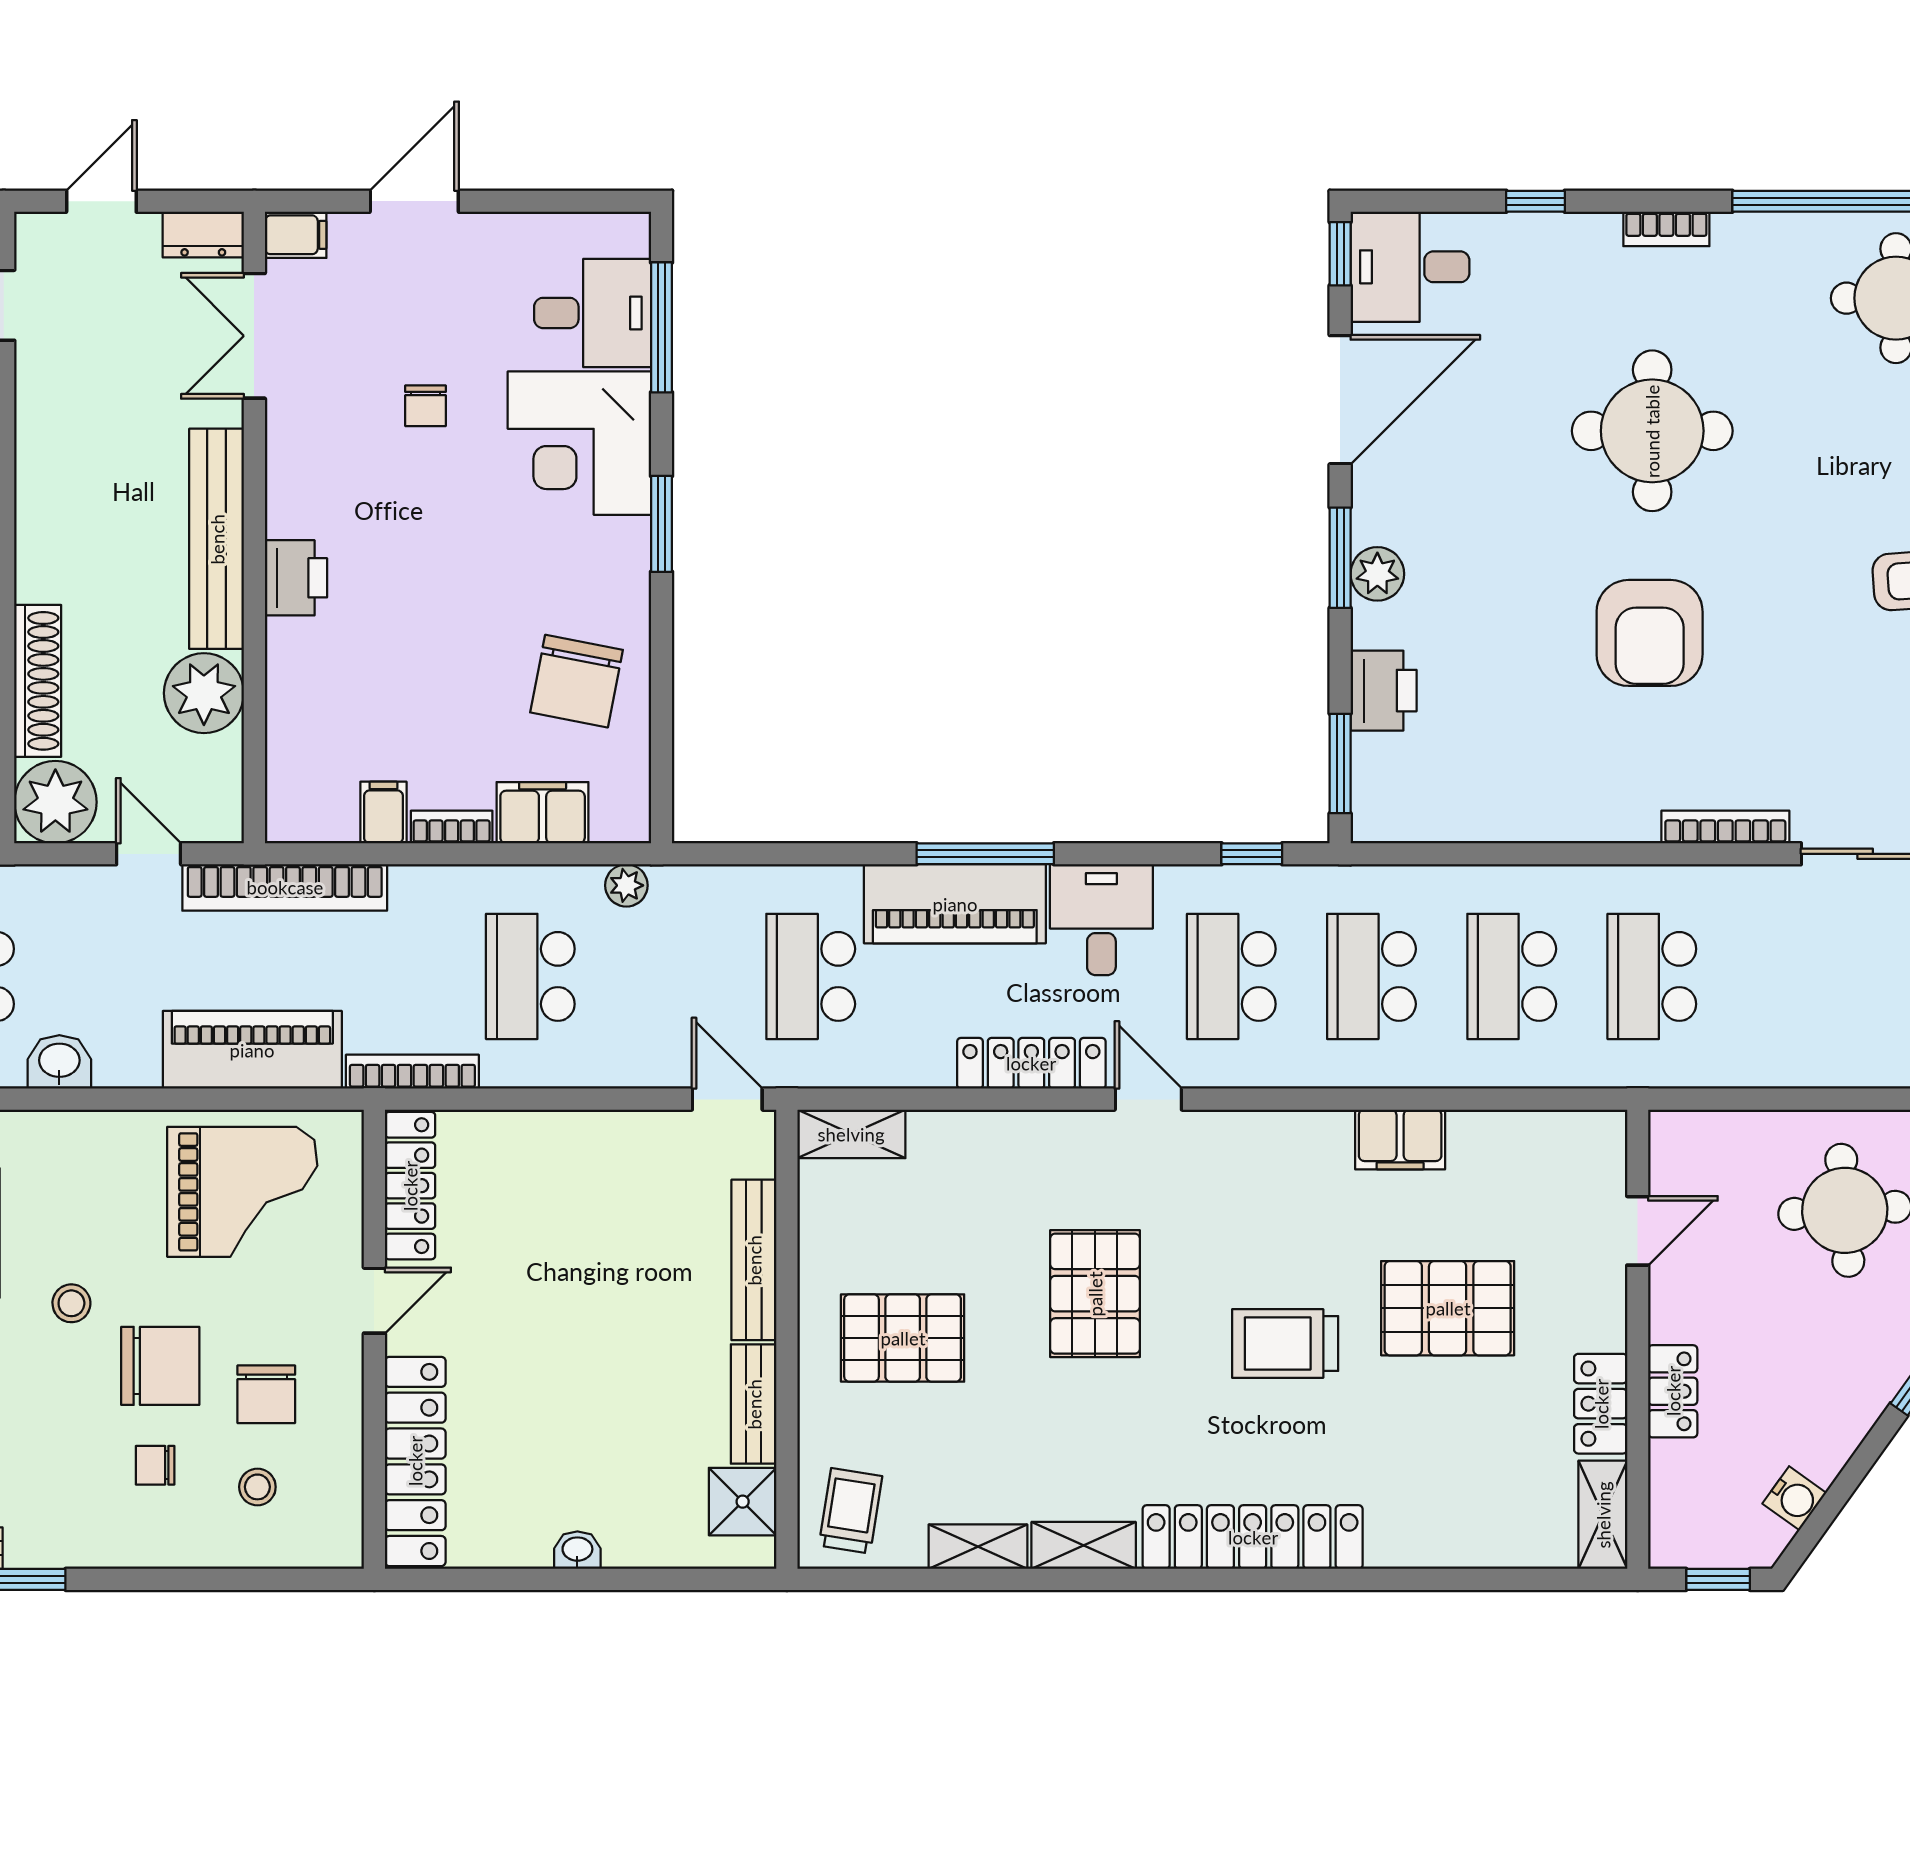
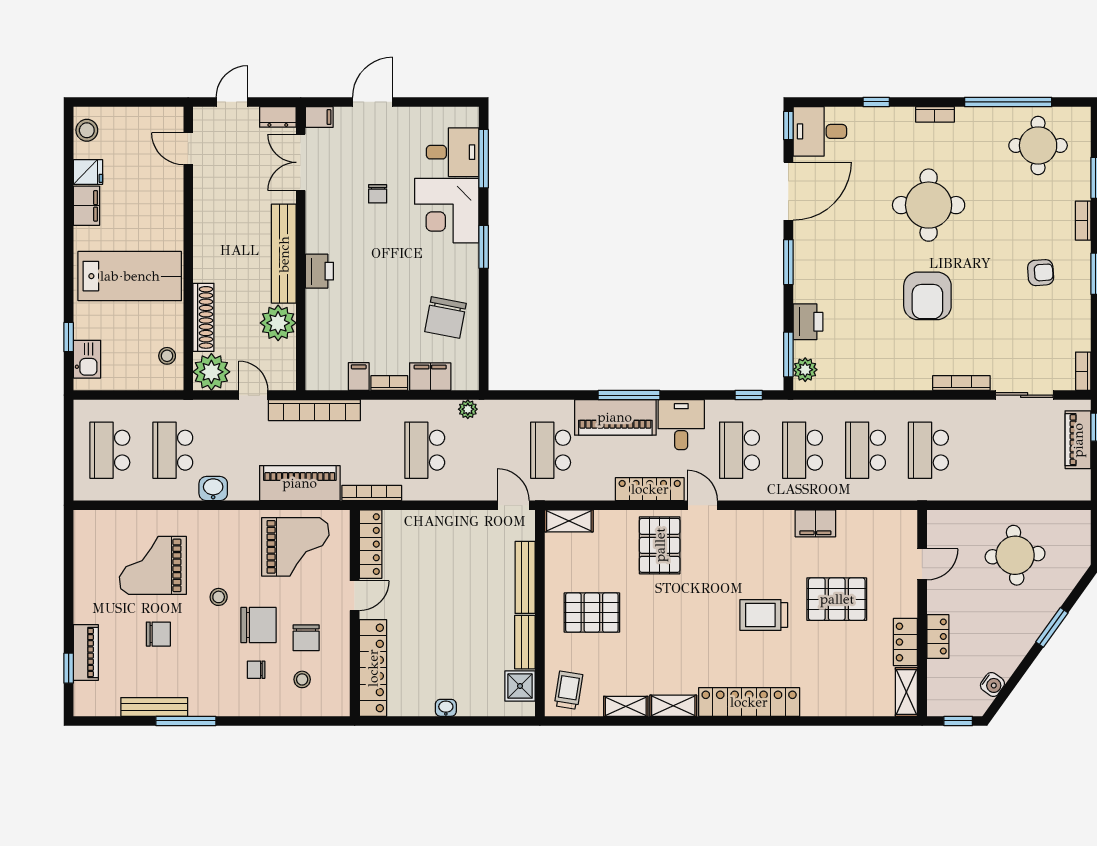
plant: (1377, 574) -> (805, 370), moved
pallet: (1095, 1294) -> (660, 545), moved

